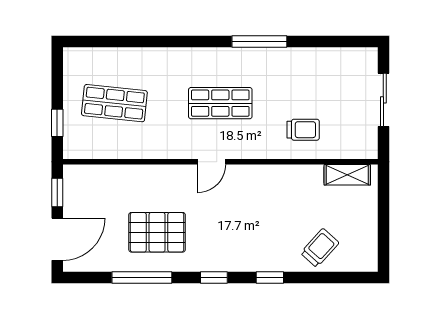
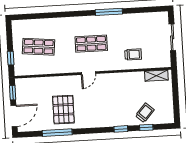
pallet: (157, 232) -> (63, 110), turned 90
window: (214, 278) -> (146, 127), moved

